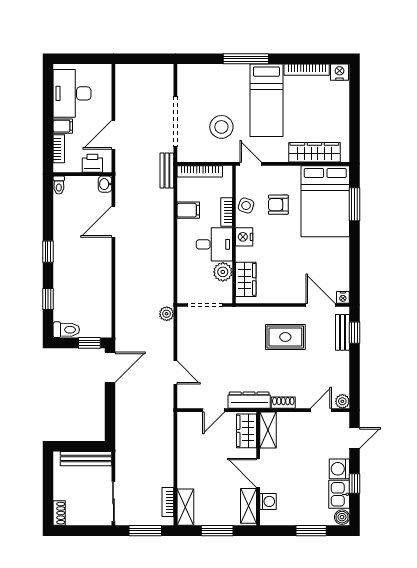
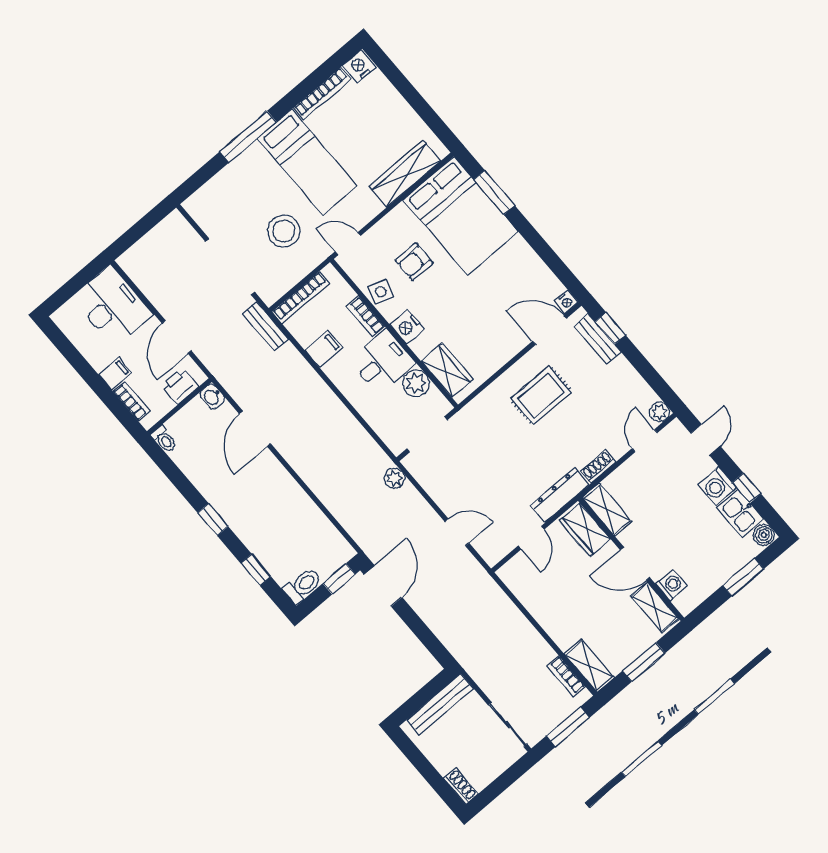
desk: (72, 93) -> (112, 306), moved, turned 180

